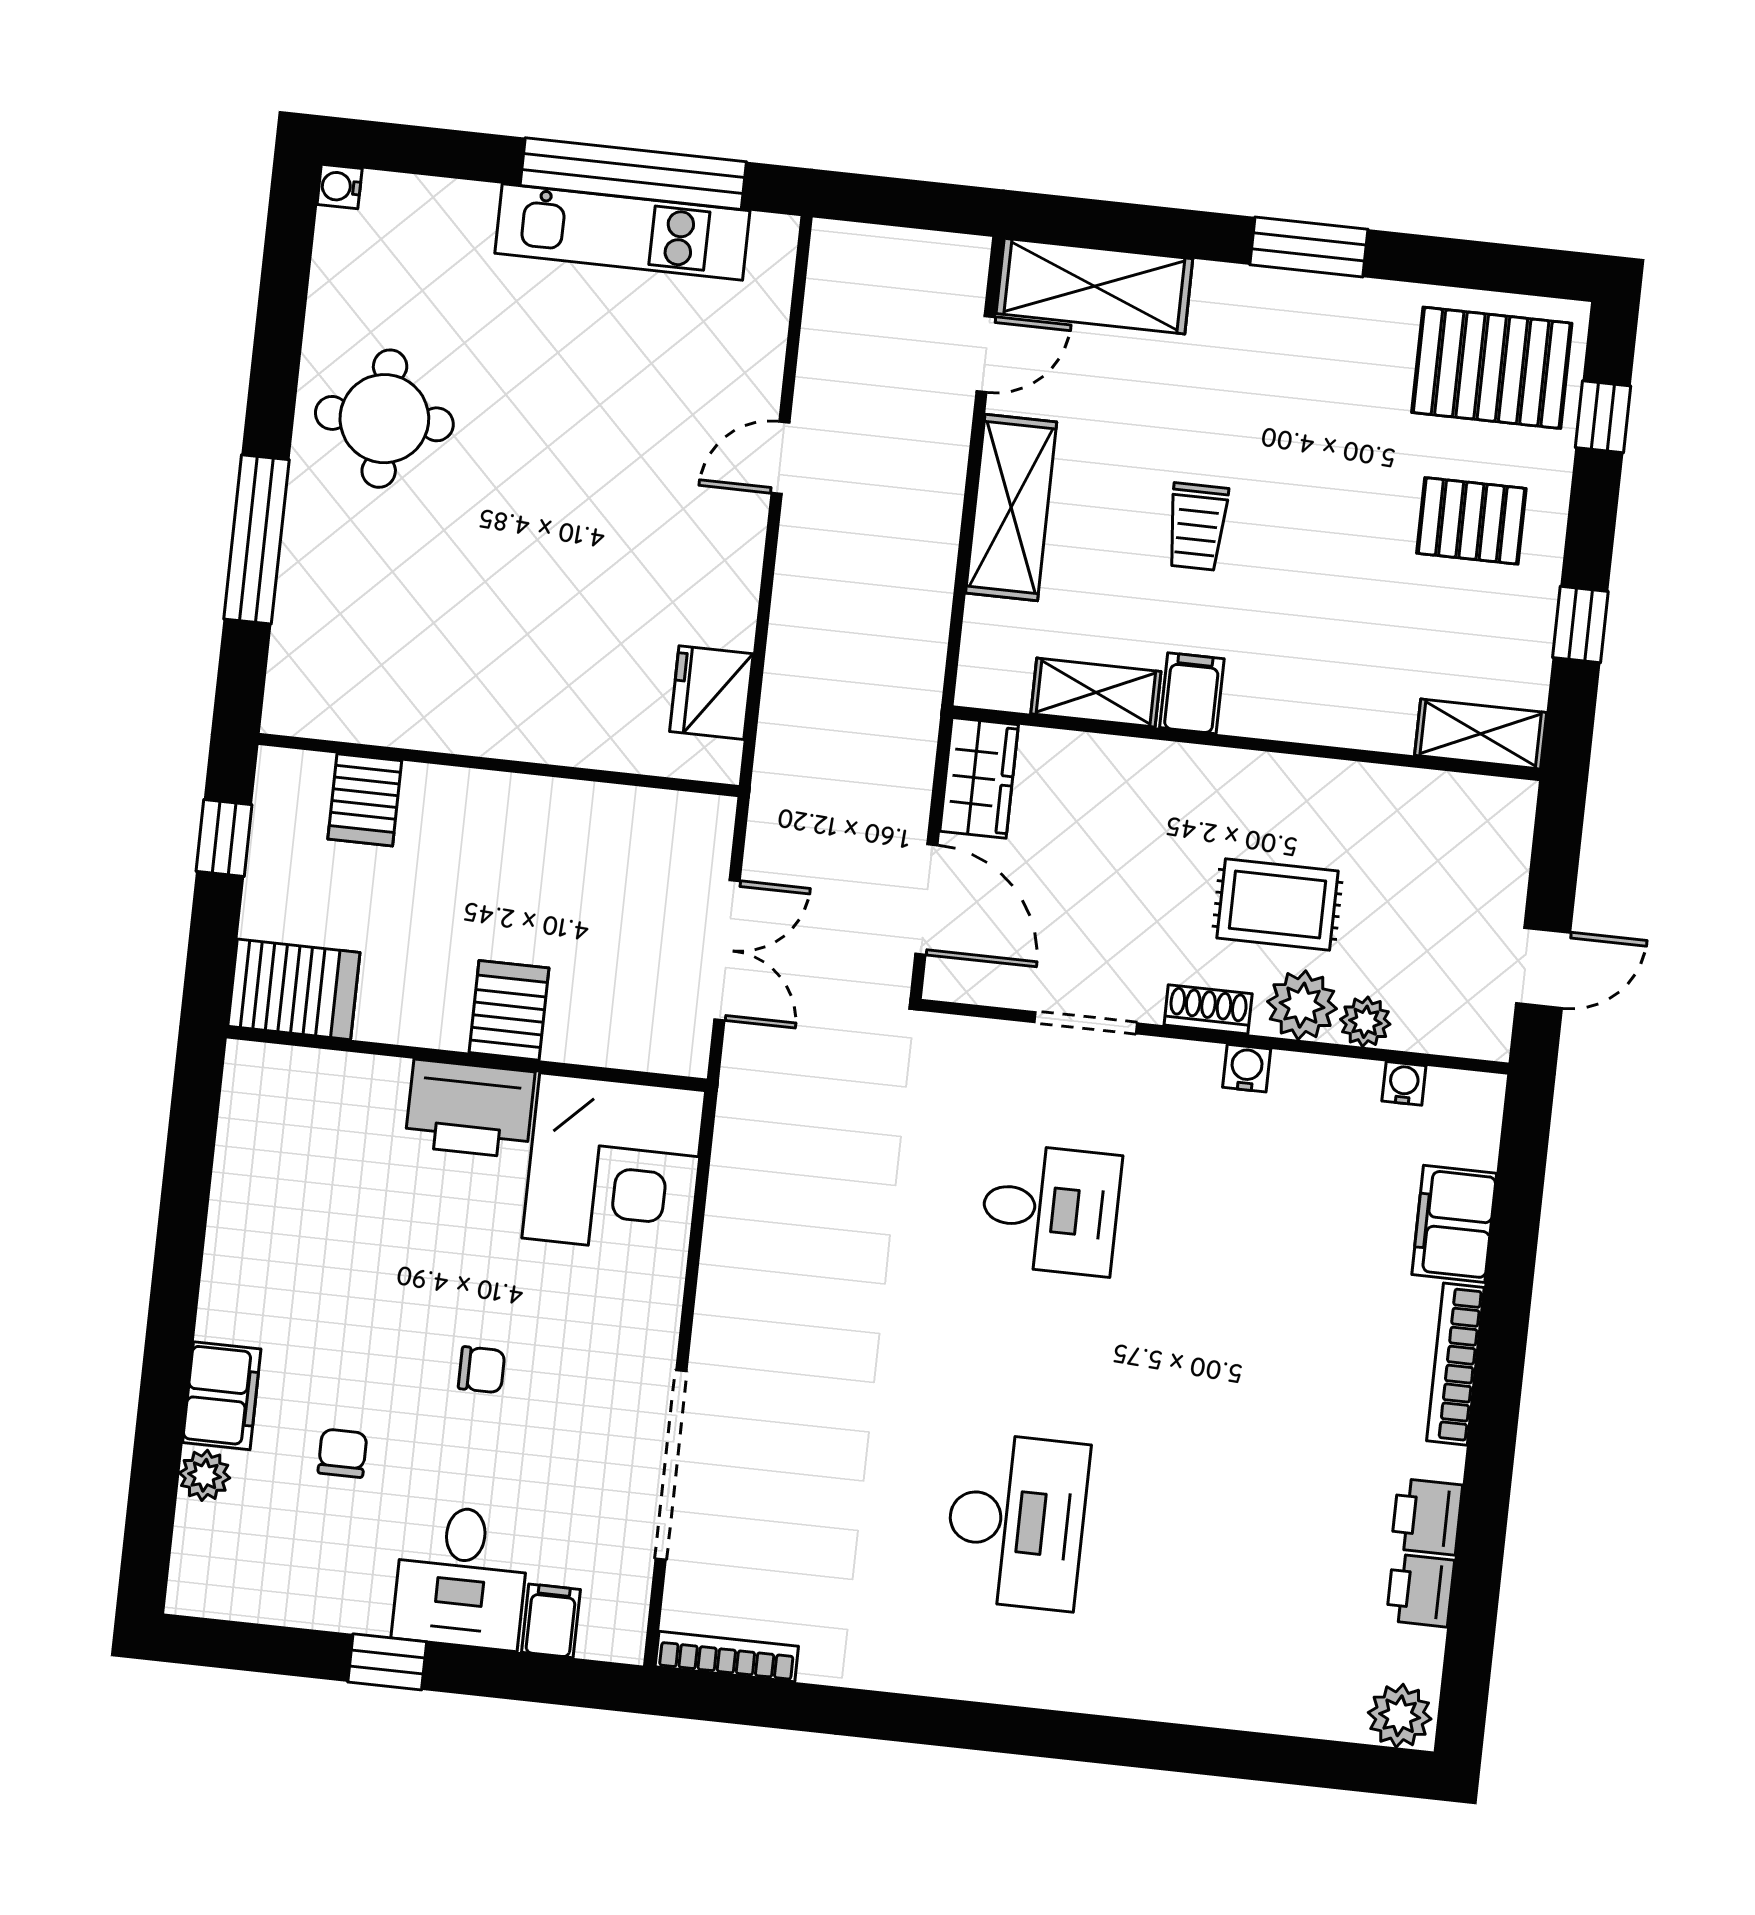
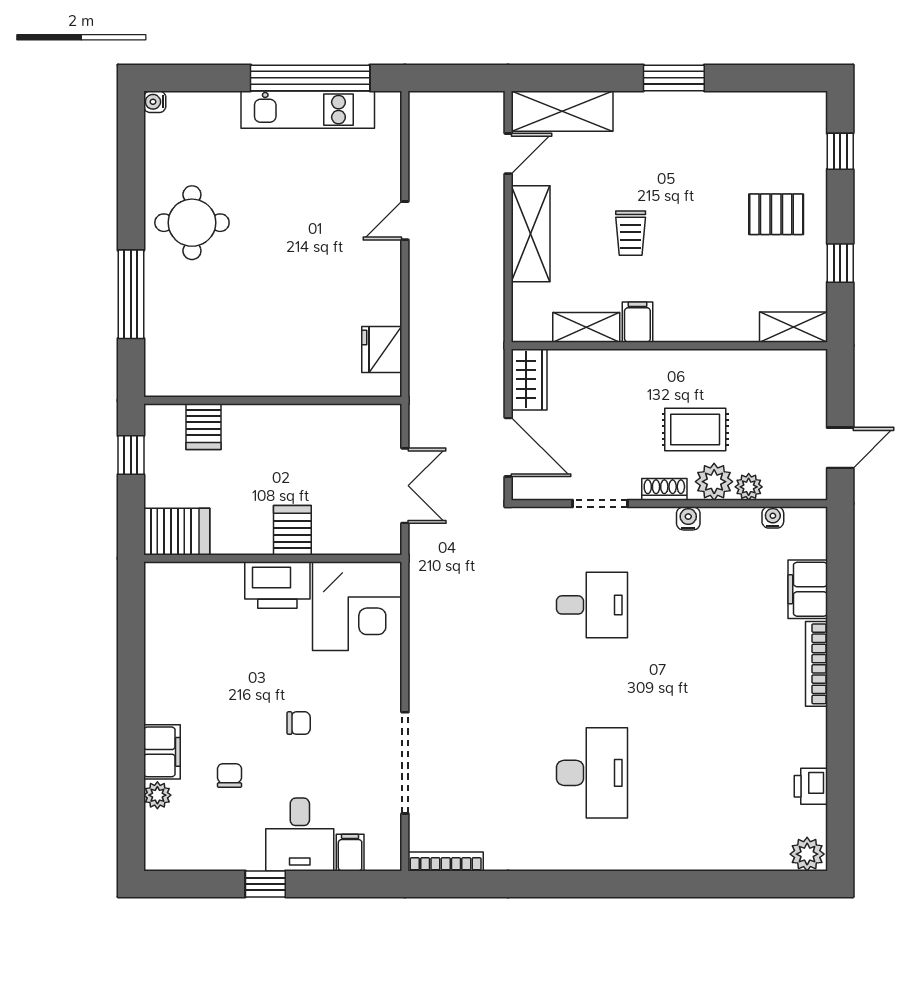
pallet: (1492, 368) -> (778, 132), removed
printer: (1427, 1517) -> (810, 747), removed

